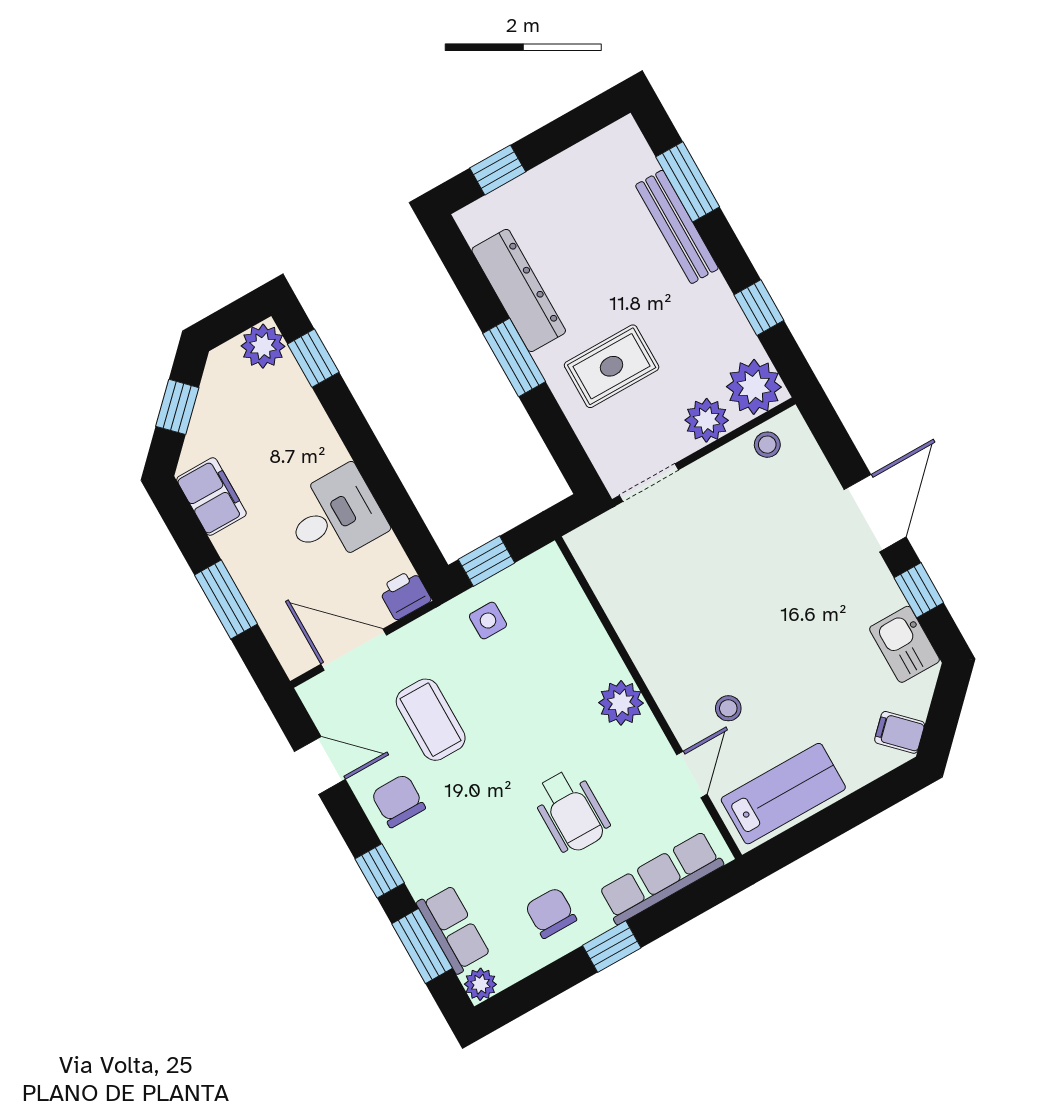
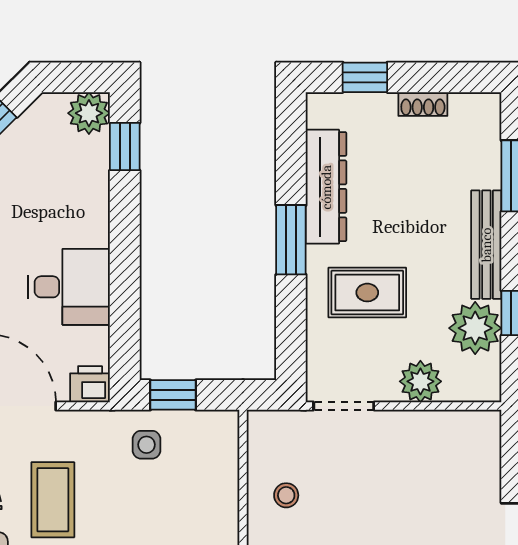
shoe rack: (565, 164) -> (423, 104), added
bench: (677, 227) -> (486, 245), moved
plant: (754, 387) -> (475, 328), moved
stool: (767, 445) -> (286, 495), moved

